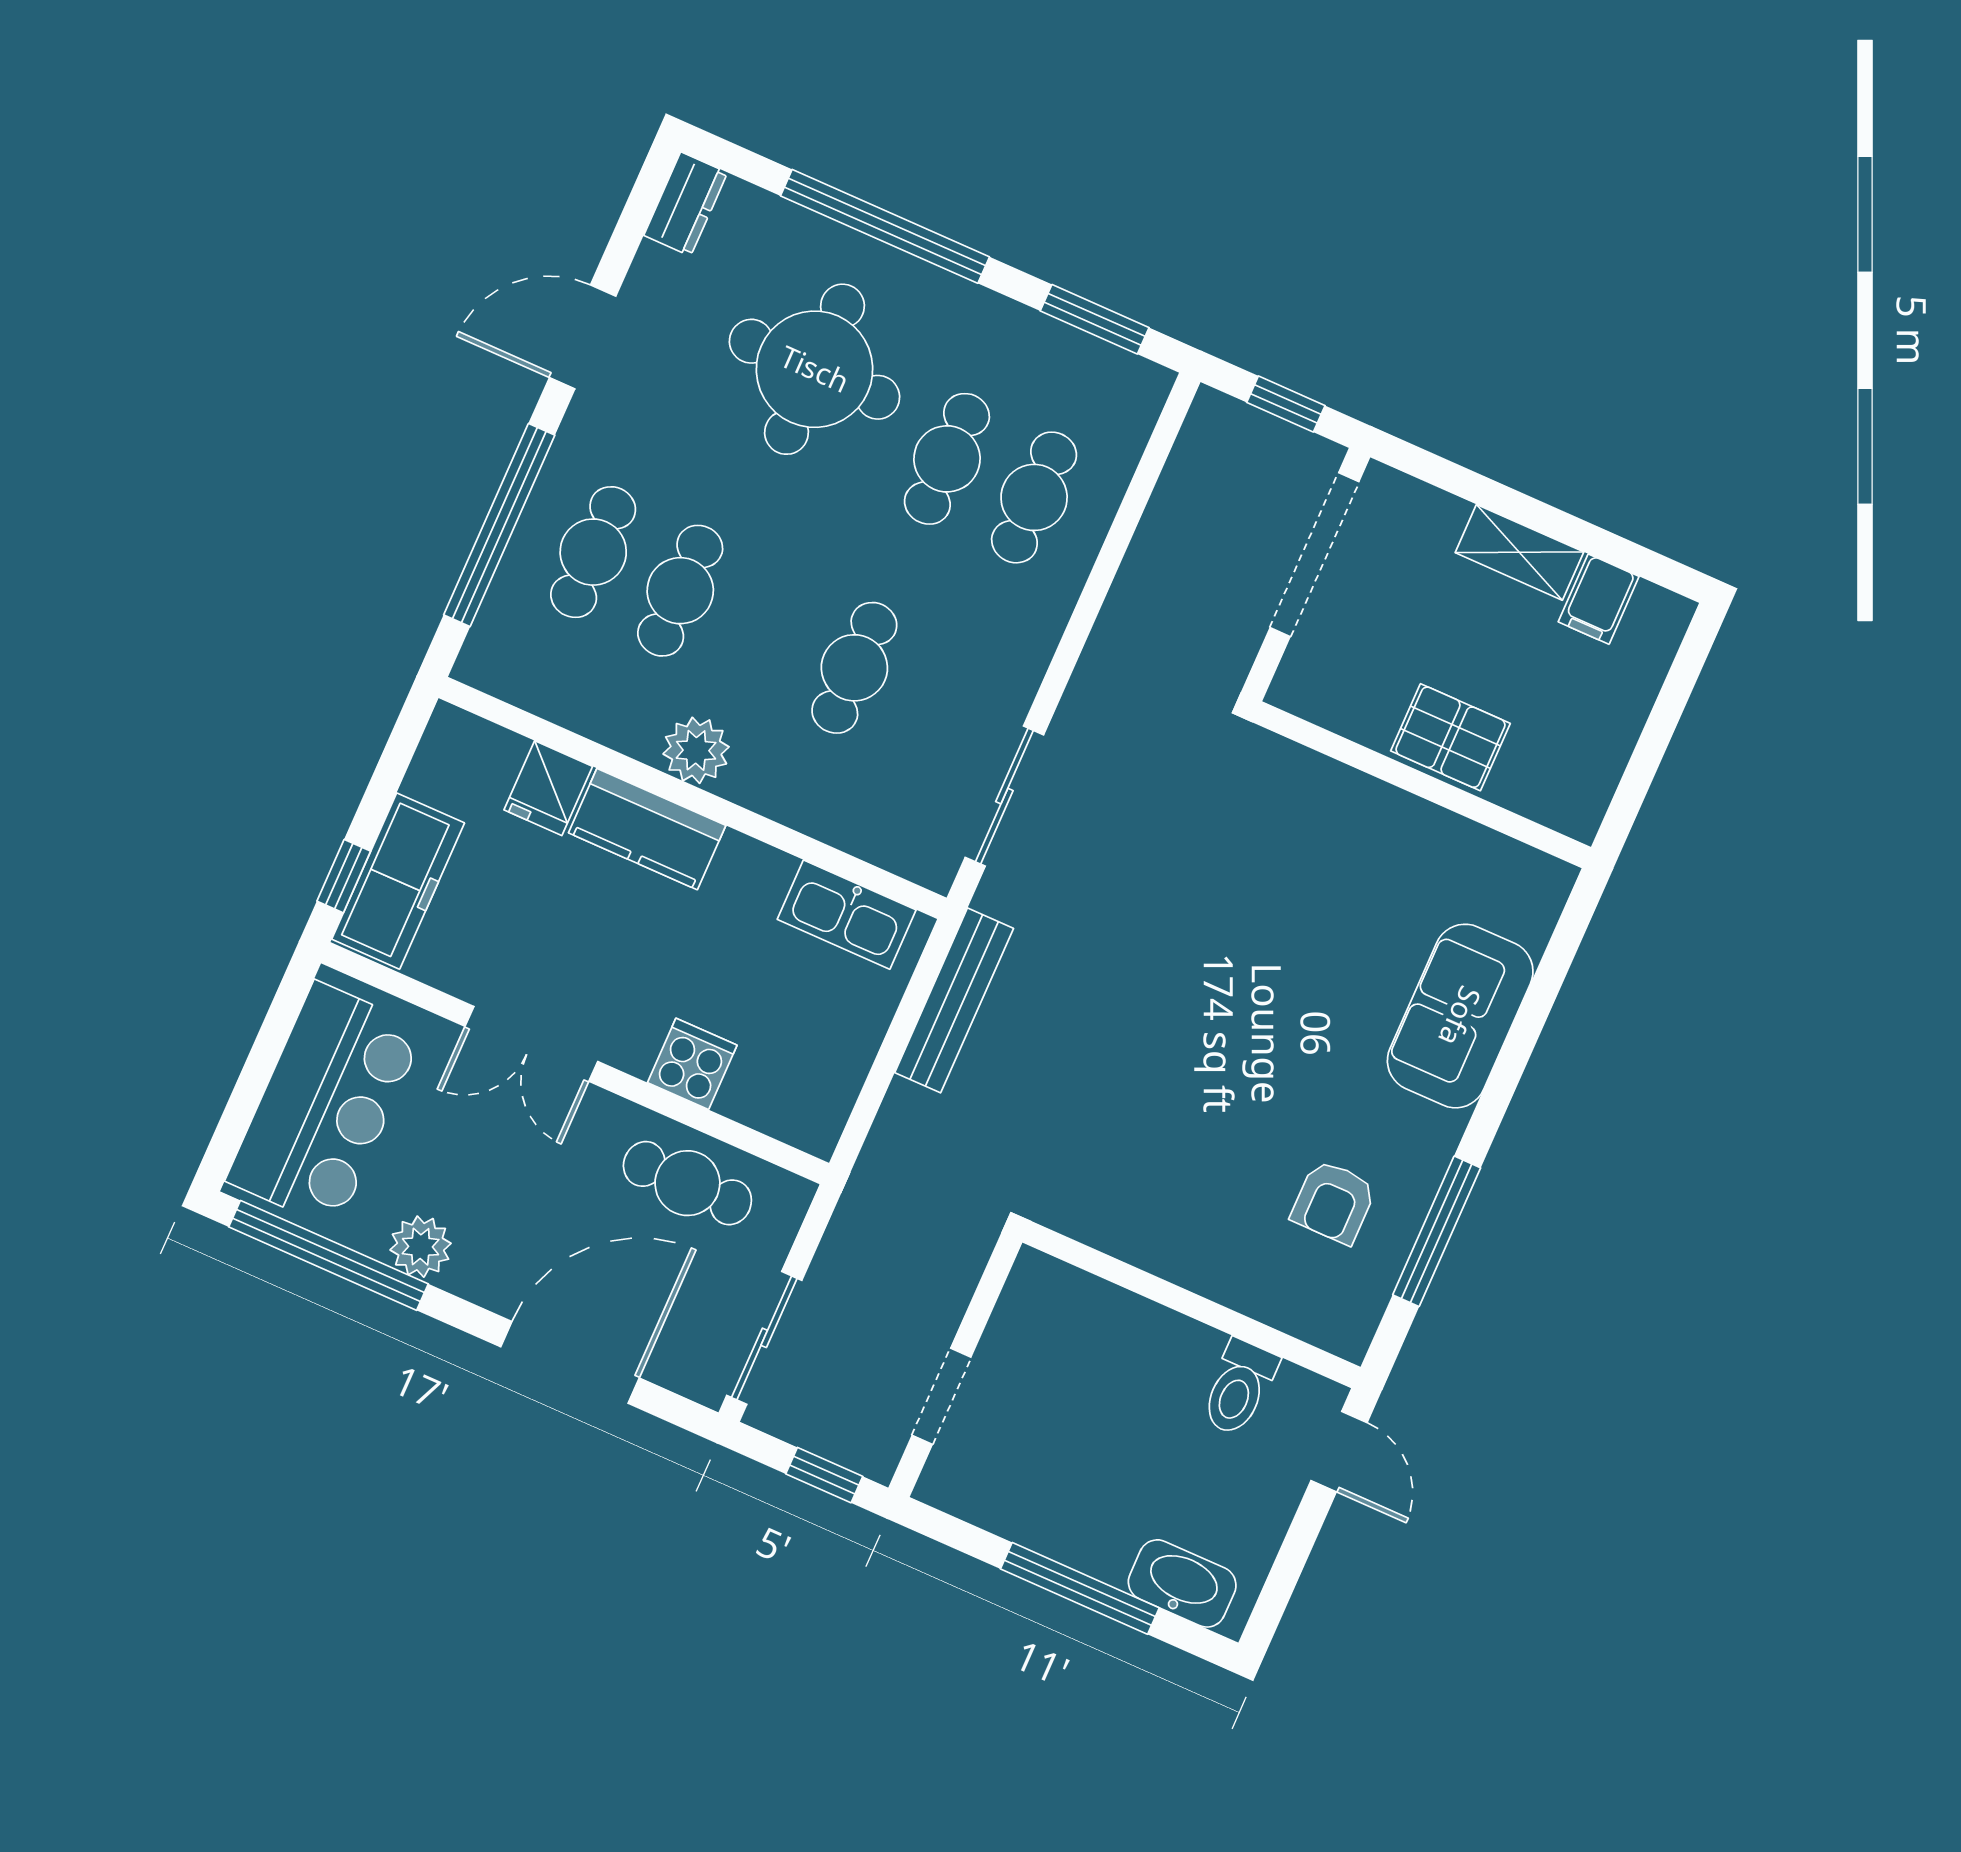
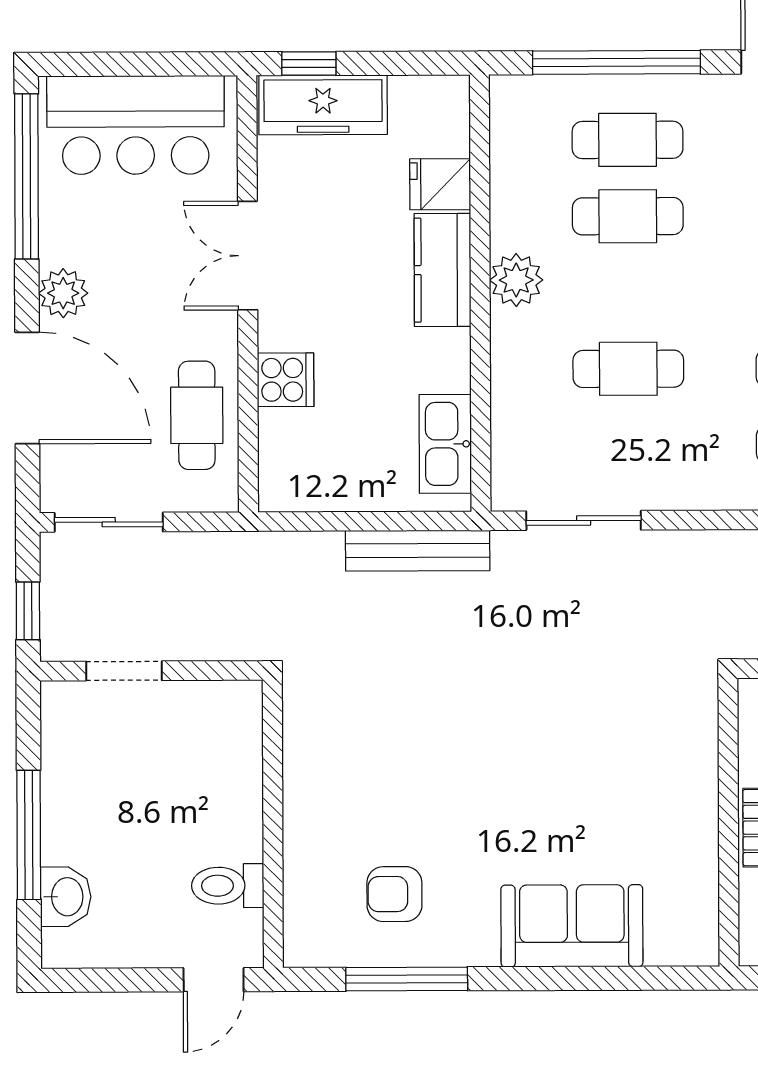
plant: (421, 1247) -> (63, 293), moved
washbasin: (1182, 1583) -> (66, 897), width x0.72

